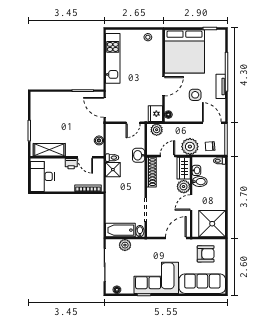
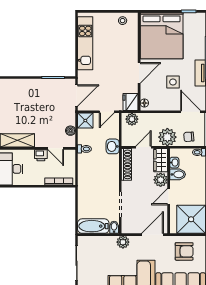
door: (105, 107) -> (77, 95), swing flipped
shower: (113, 170) -> (85, 121), moved
plant: (125, 245) -> (123, 242), moved

